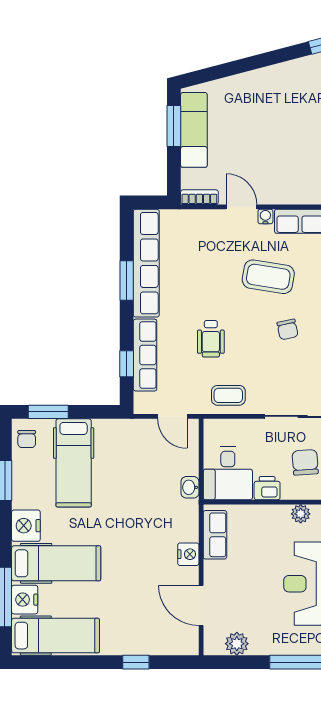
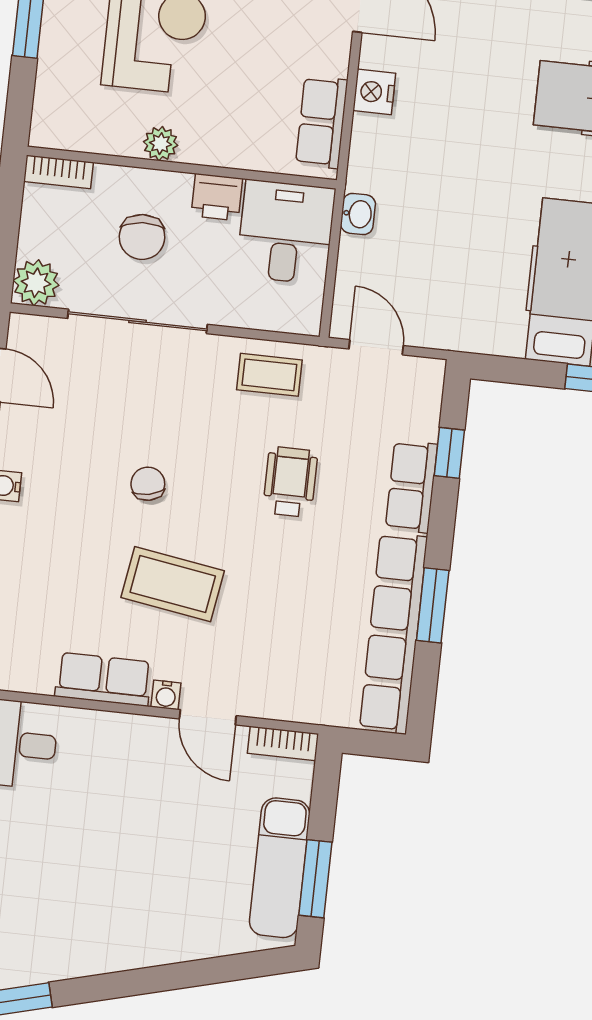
row of seats: (145, 355) -> (411, 487), width x0.68

